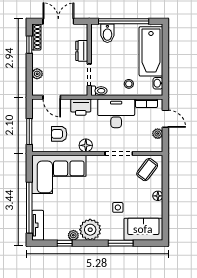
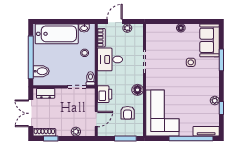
dresser: (82, 51) -> (46, 93), moved
desk: (116, 113) -> (110, 59), width x0.73
coffee table: (147, 170) -> (158, 37), removed
plant: (90, 230) -> (210, 86), removed

